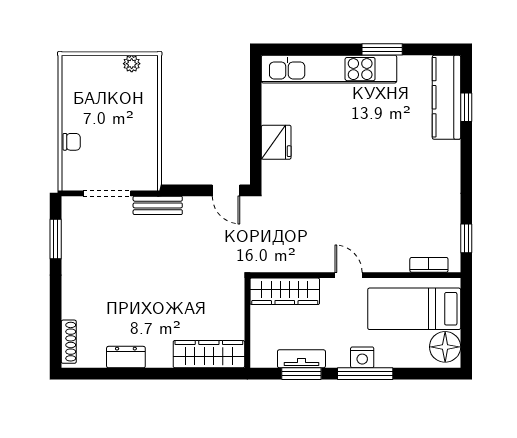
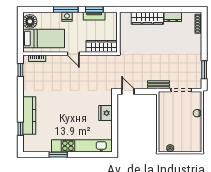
kitchen counter: (446, 97) -> (29, 116), moved
wardrobe: (209, 354) -> (147, 18), moved

